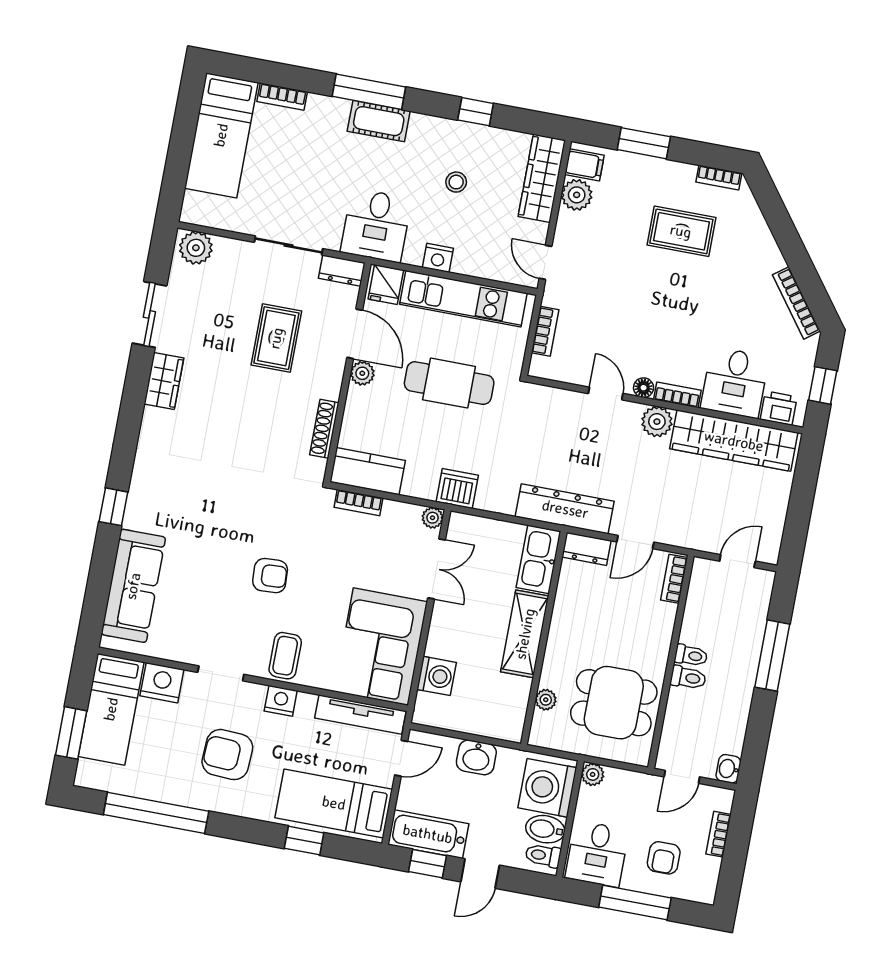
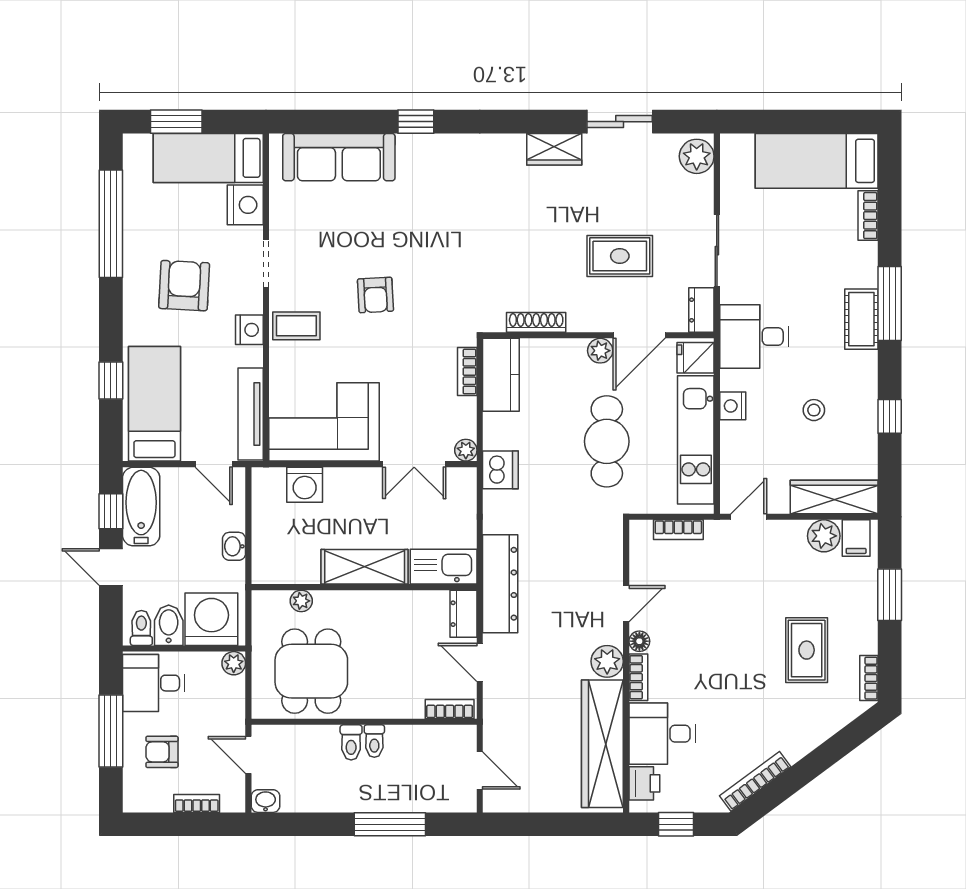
washbasin: (476, 757) -> (234, 546), width x0.72, depth x0.69

